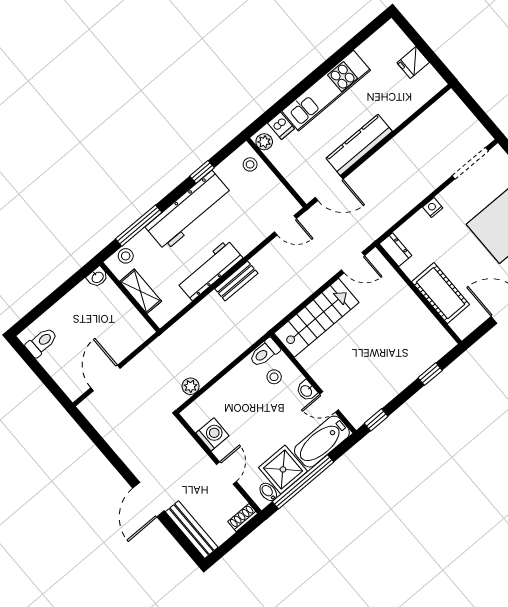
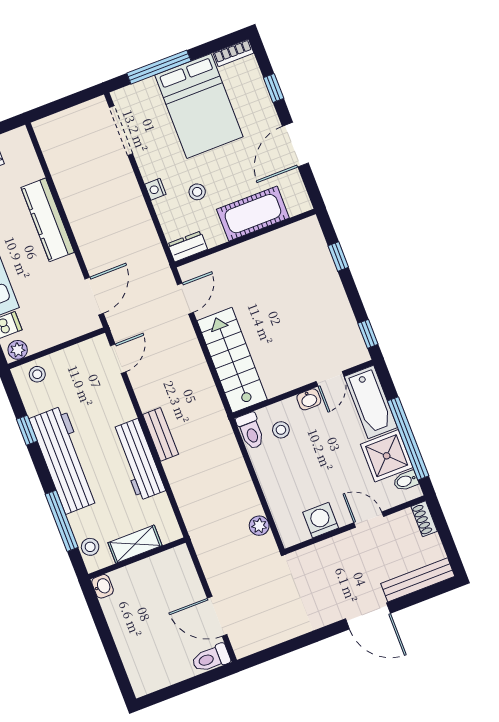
kitchen counter: (359, 145) -> (48, 220), moved
stool: (442, 242) -> (197, 192), added
toilet: (42, 342) -> (211, 658), moved, turned -90

